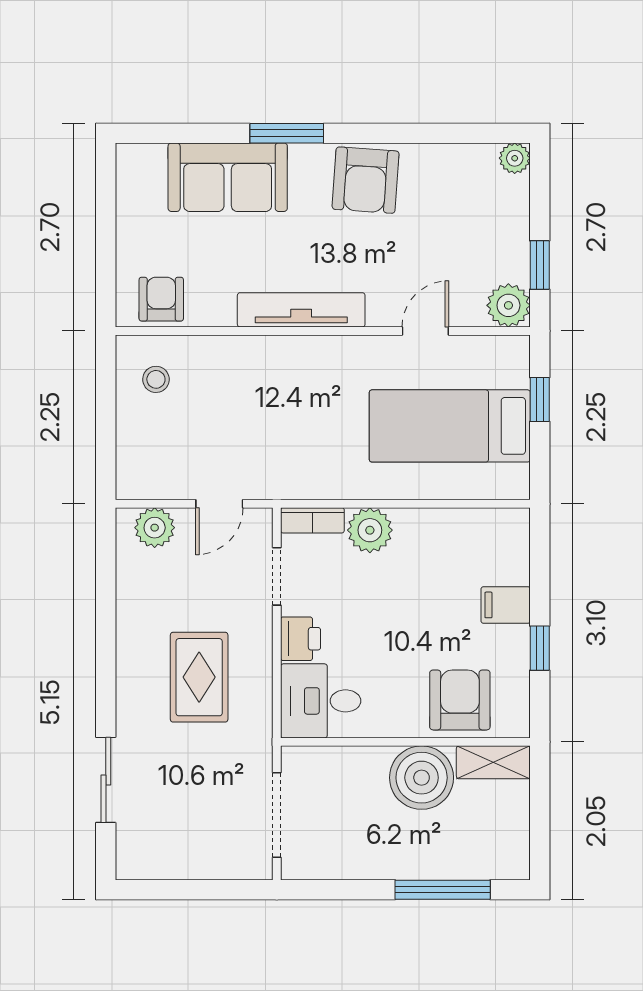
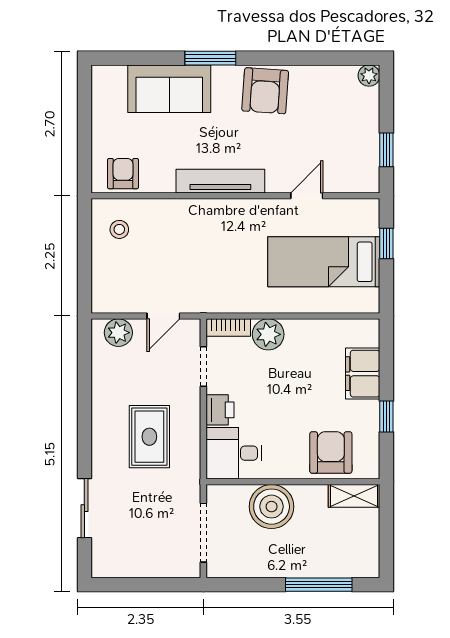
plant: (508, 305) -> (365, 178), removed
filing cabinet: (506, 605) -> (363, 374), width x2.00
boiler: (422, 778) -> (272, 507), moved

